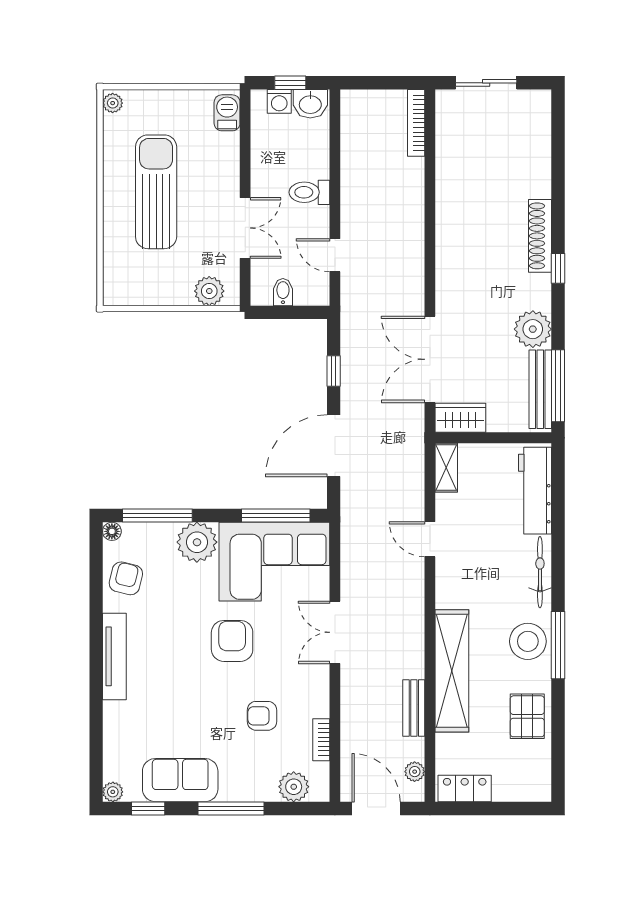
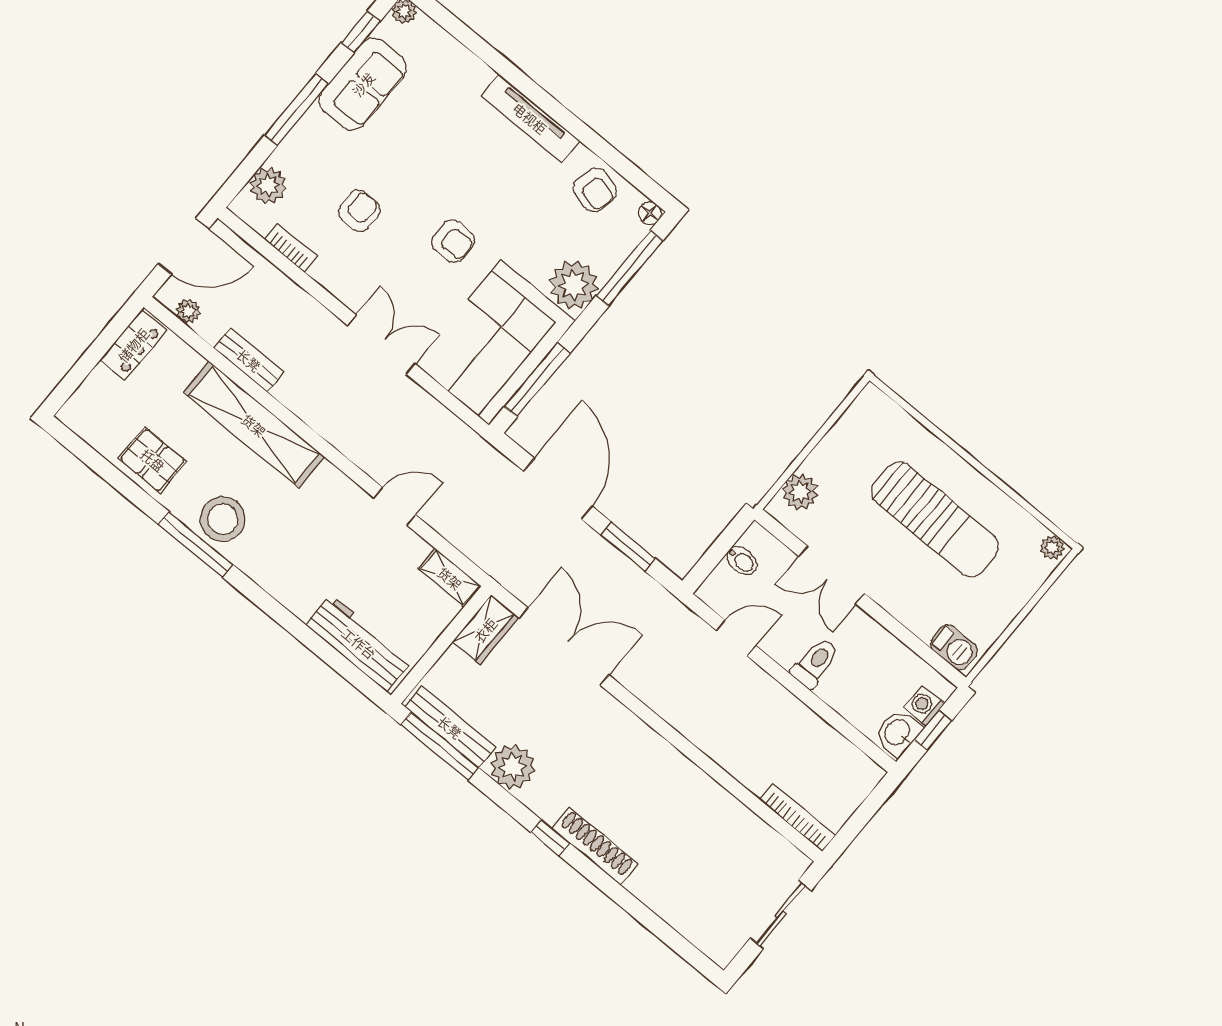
window: (334, 371) -> (628, 547), width x1.50
bicycle: (540, 572) -> (278, 584), removed
armchair: (232, 641) -> (453, 241), width x0.72, depth x0.72

